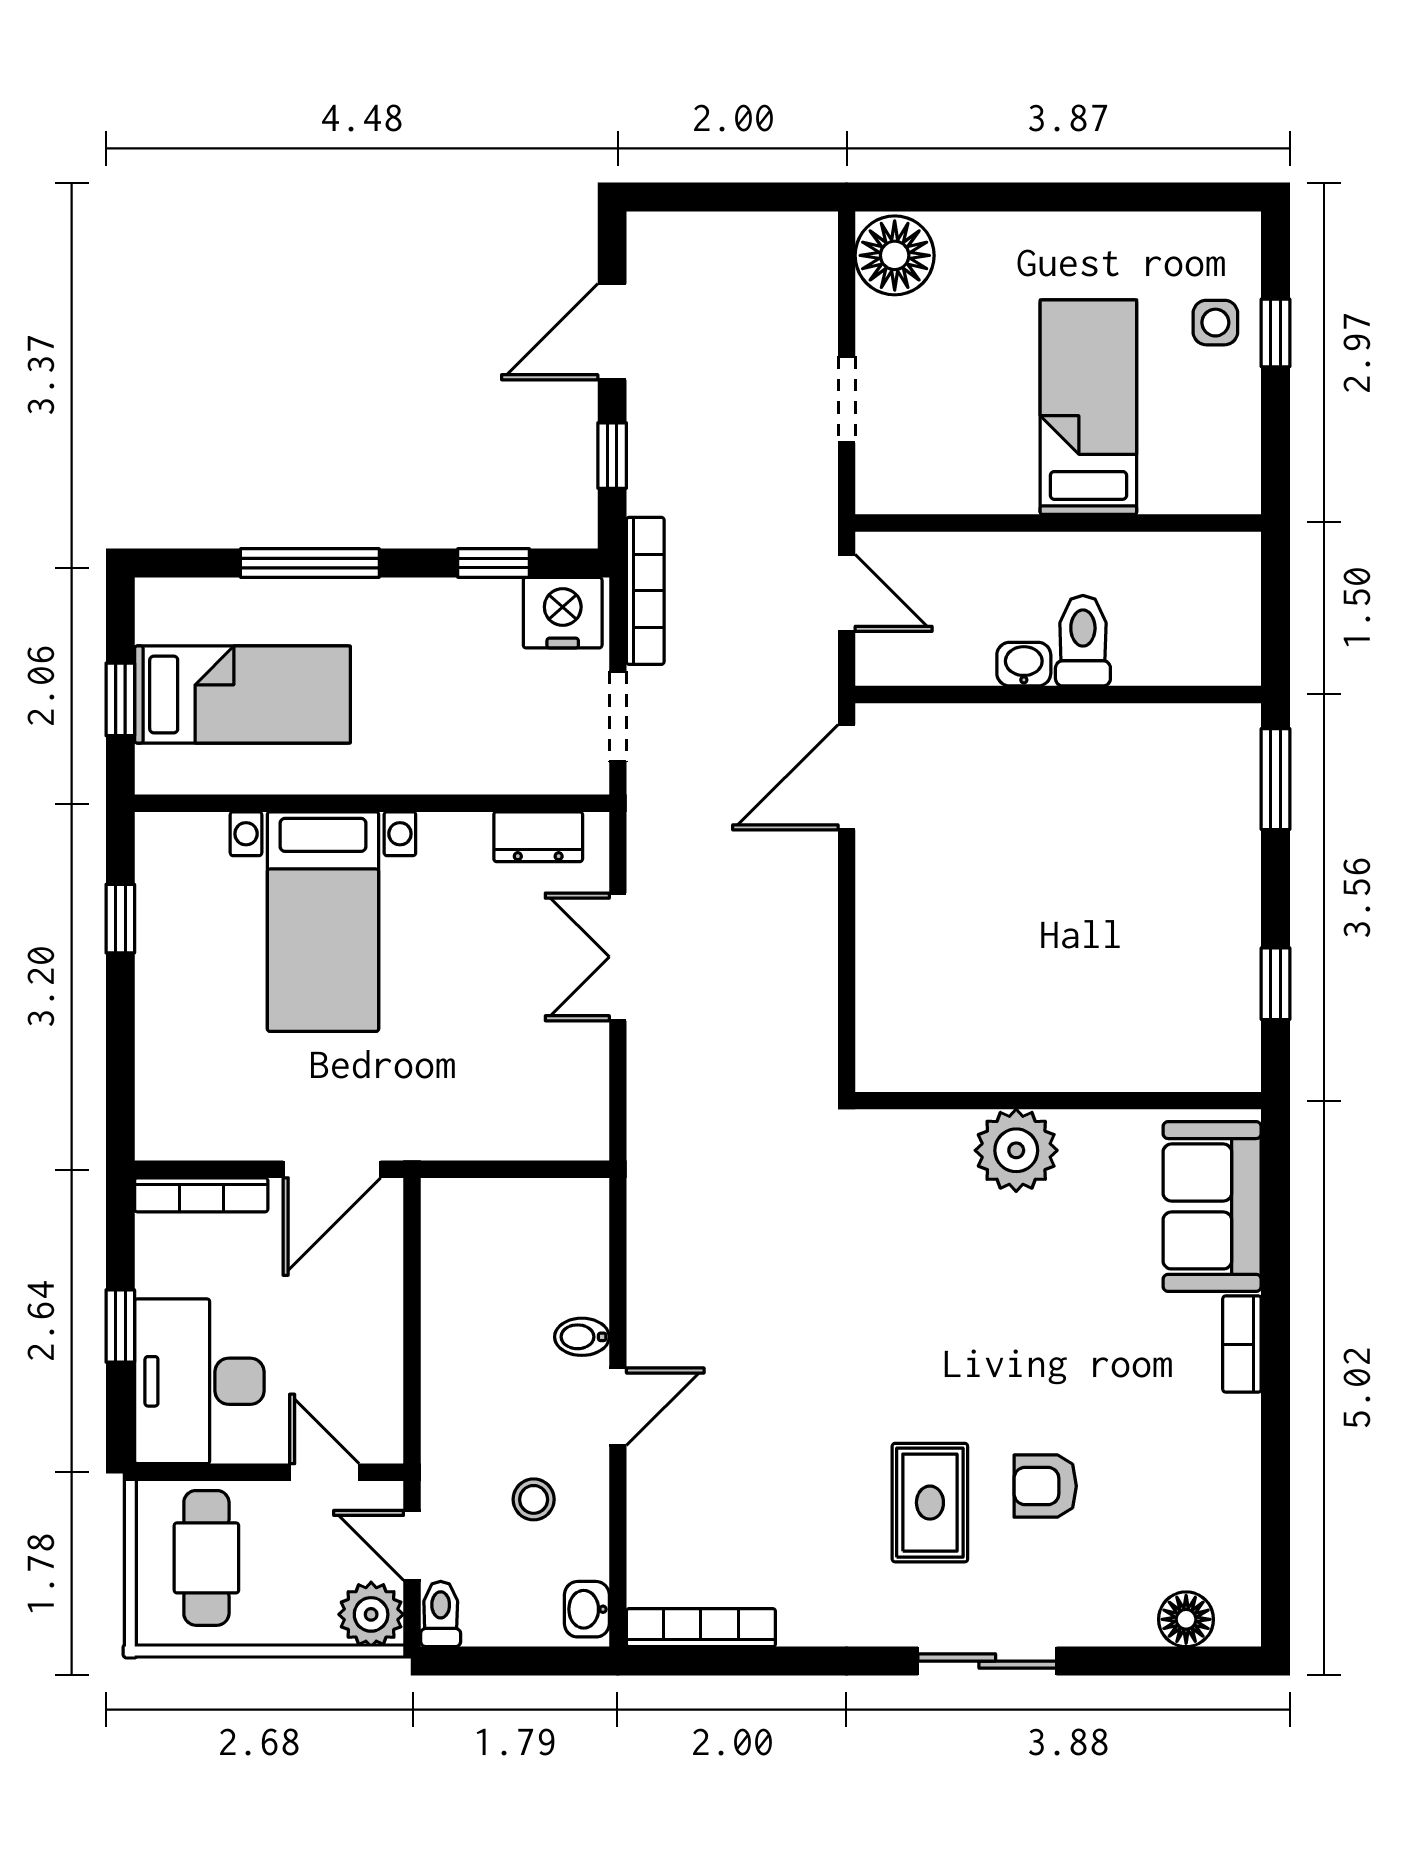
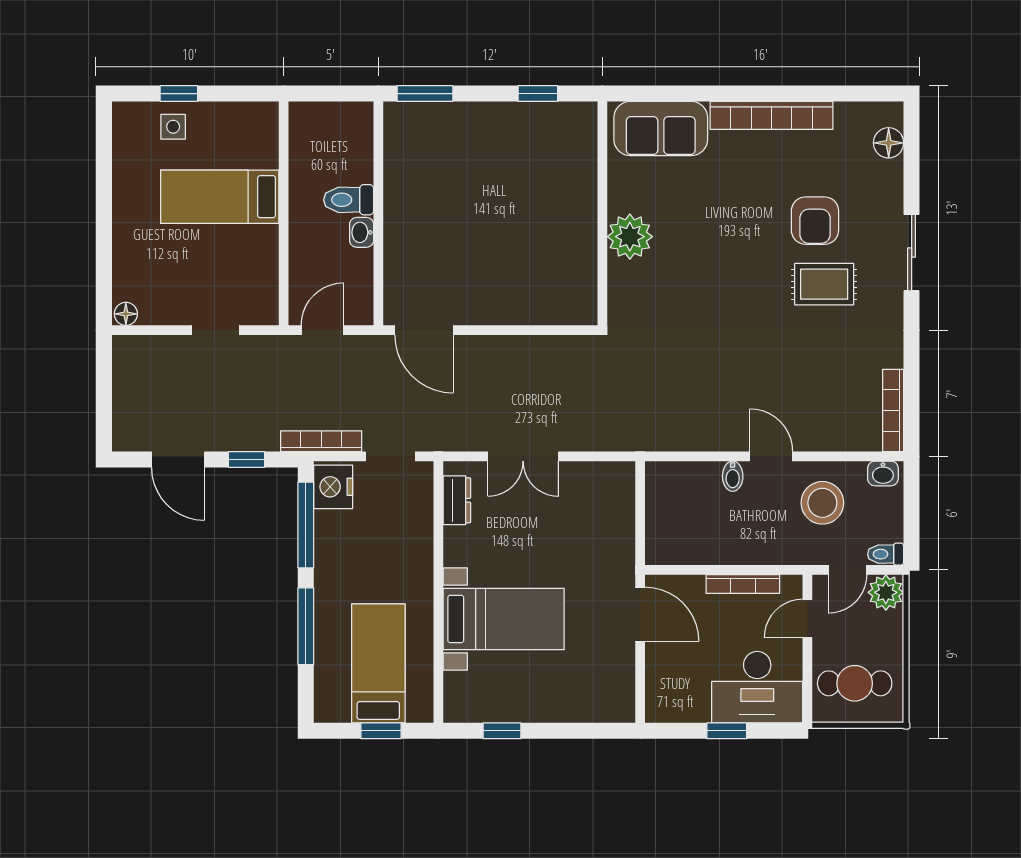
floor lamp: (895, 255) -> (126, 314), width x0.53, depth x0.53
window: (494, 563) -> (306, 525), width x2.17
bookcase: (201, 1195) -> (743, 584), moved, turned 90
bookcase: (1242, 1344) -> (771, 115), width x2.31, depth x1.31
armchair: (1045, 1486) -> (815, 221), width x1.38, depth x1.38
stool: (534, 1499) -> (822, 503), width x1.89, depth x1.89

